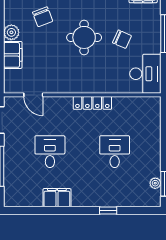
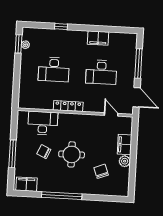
desk: (145, 74) -> (43, 123), moved, turned 90
desk: (50, 152) -> (101, 72), width x1.37
desk: (115, 152) -> (54, 69), width x1.37

